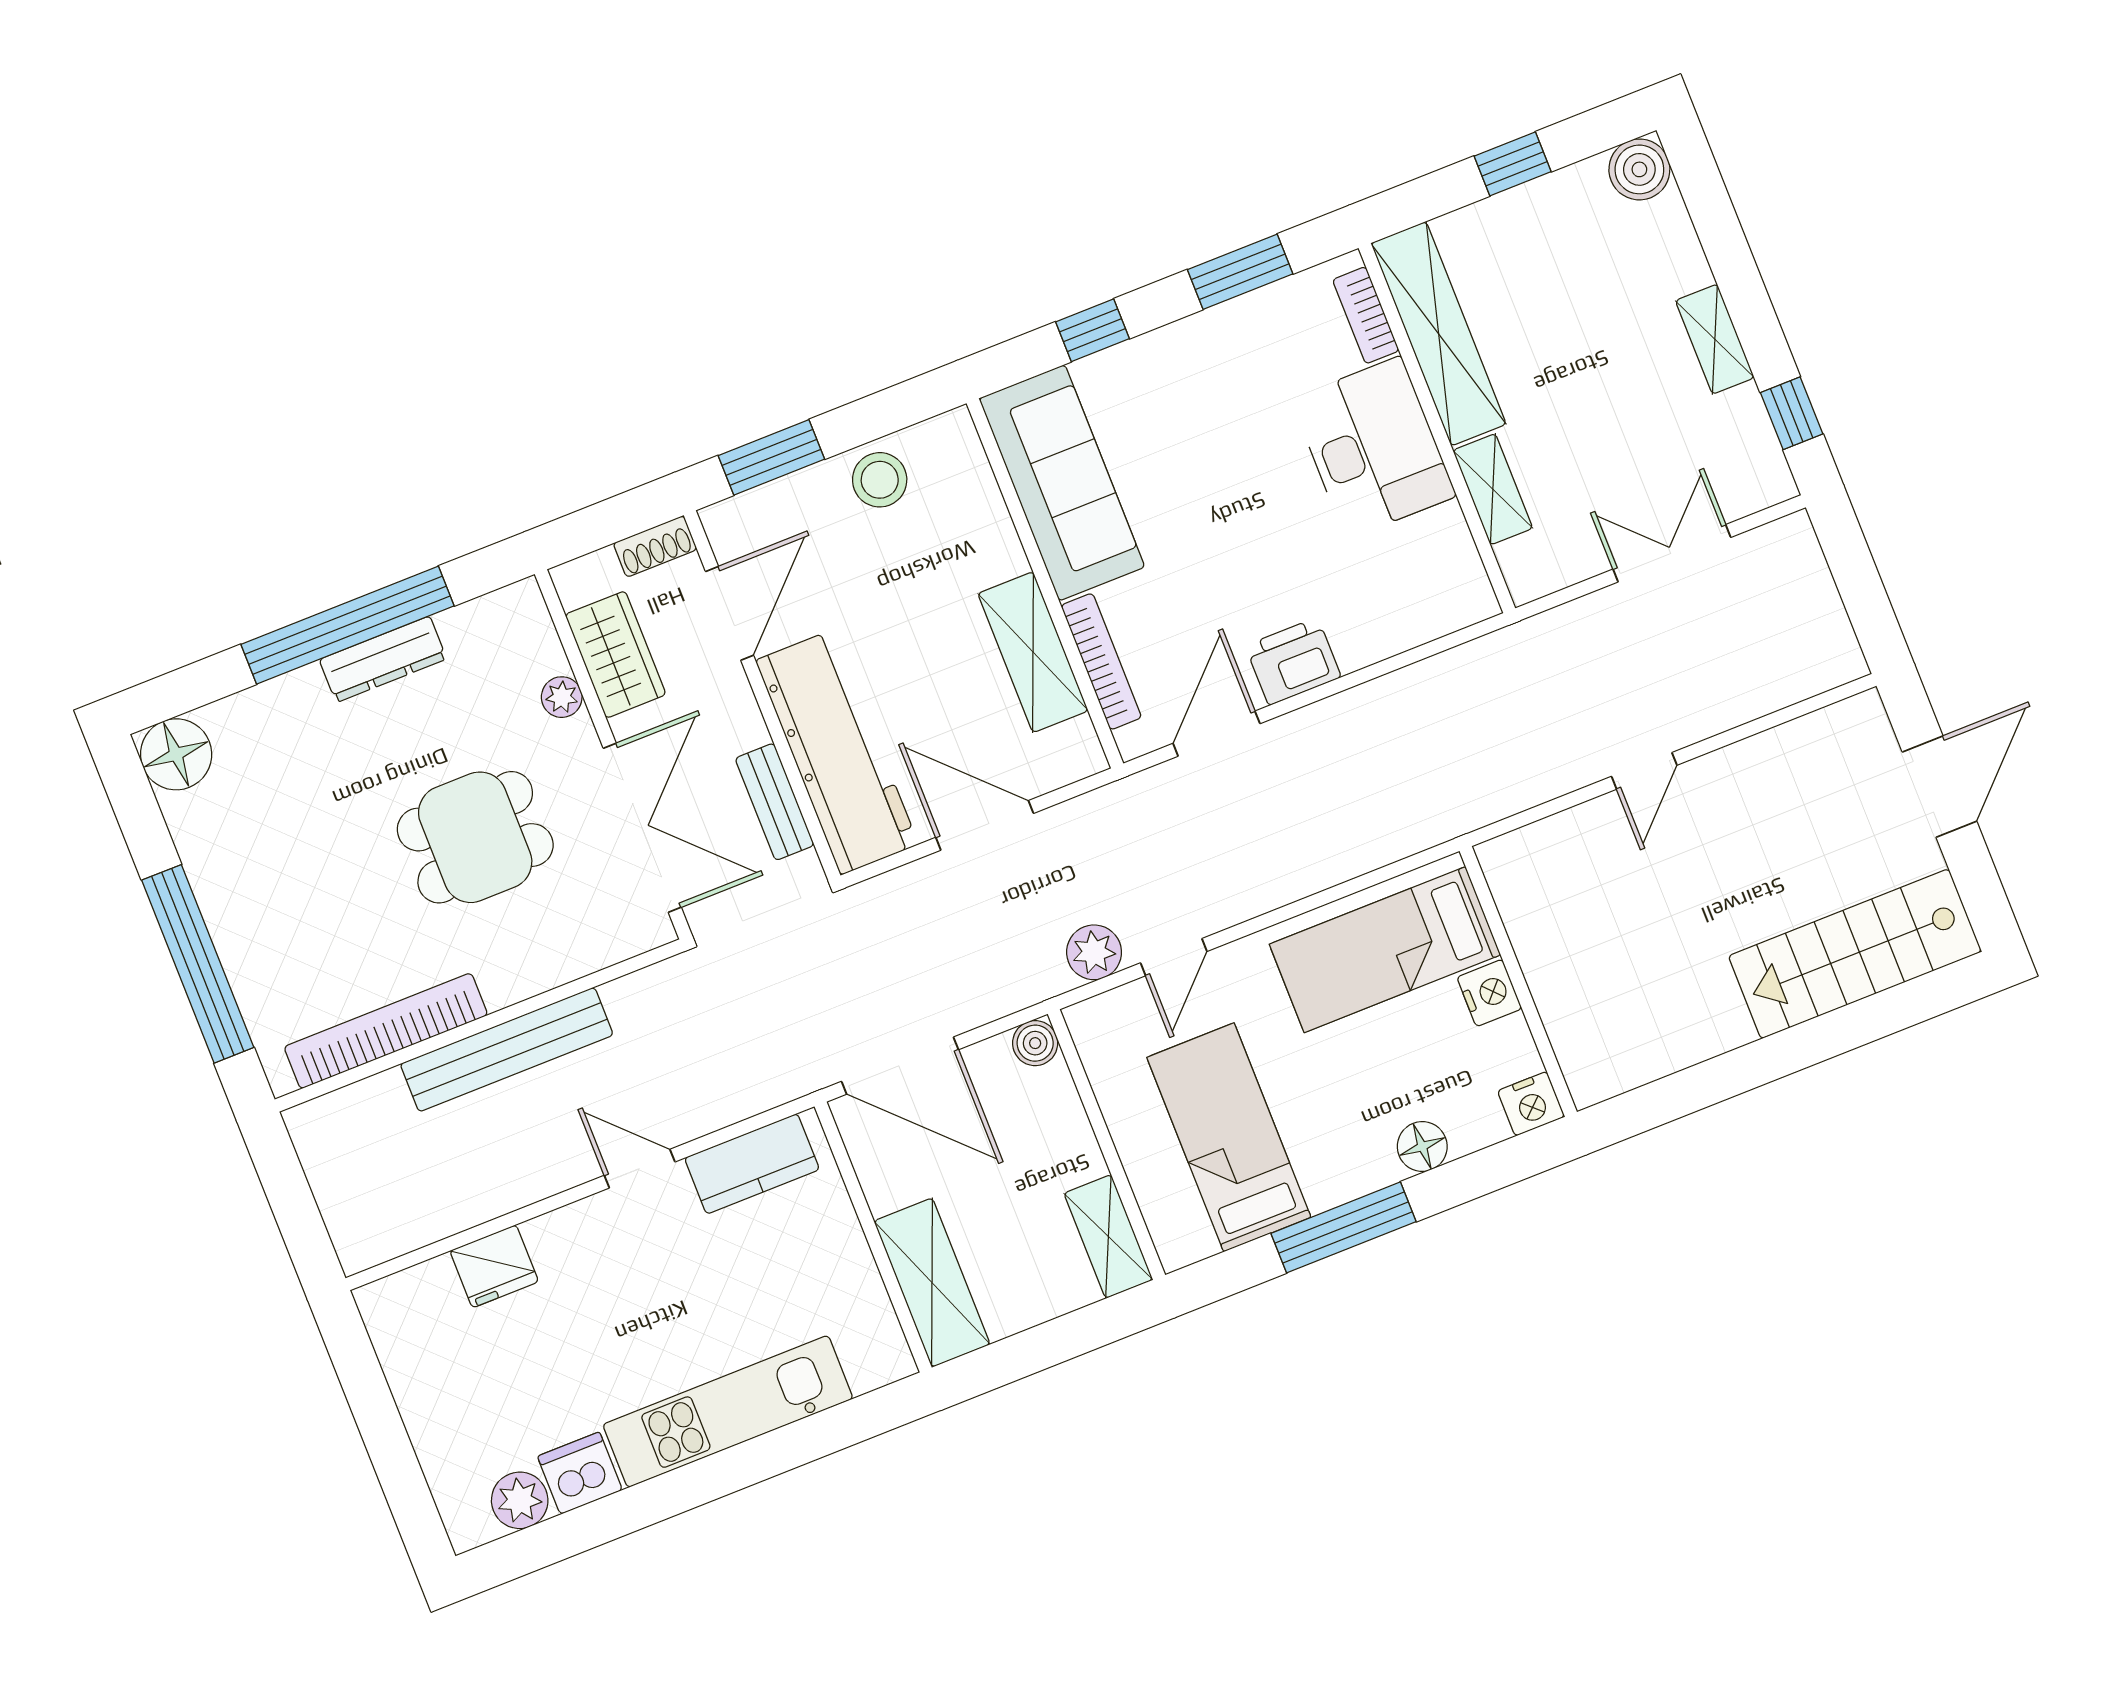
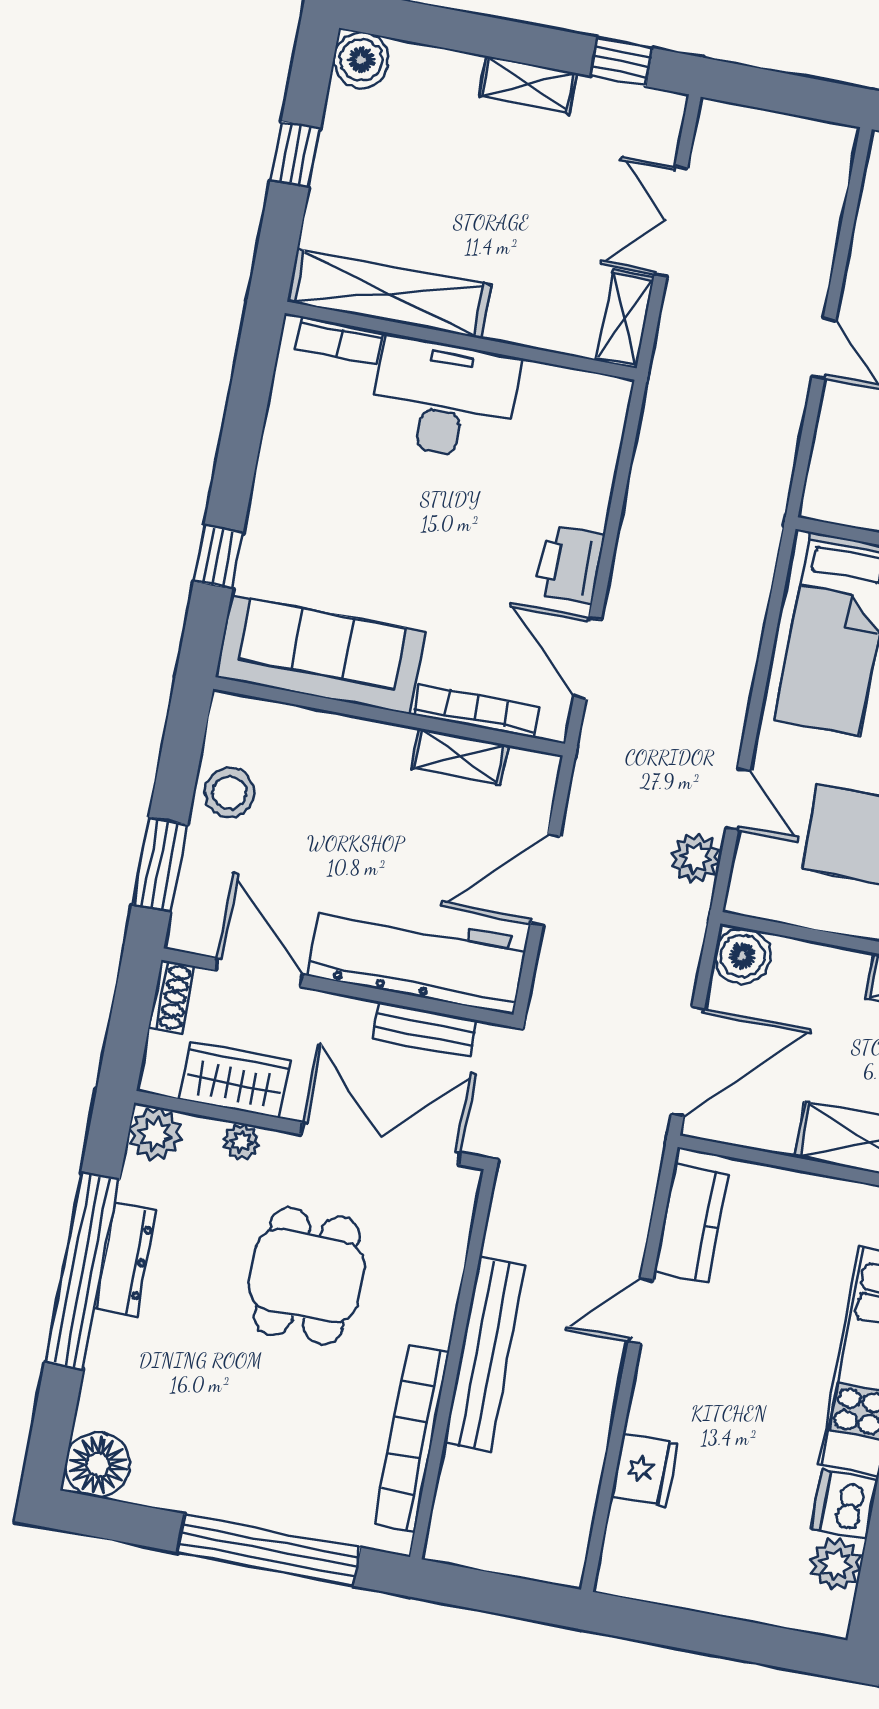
window: (1240, 272) -> (245, 416), removed
shelving: (1493, 489) -> (625, 319), moved, turned 90
plant: (518, 612) -> (155, 1134), added
shelving: (1033, 652) -> (460, 756), width x0.67, depth x0.75
boiler: (1035, 1043) -> (742, 956), width x1.36, depth x1.36

